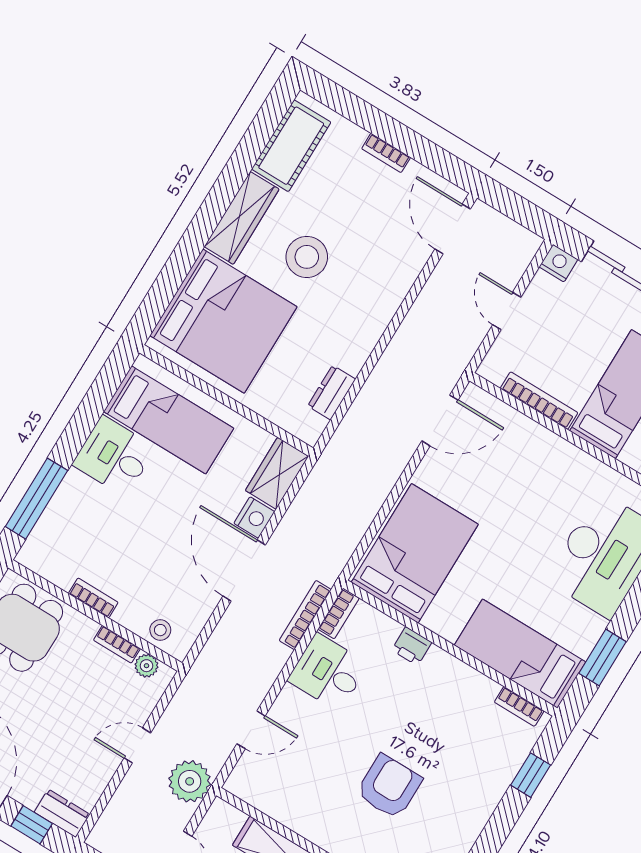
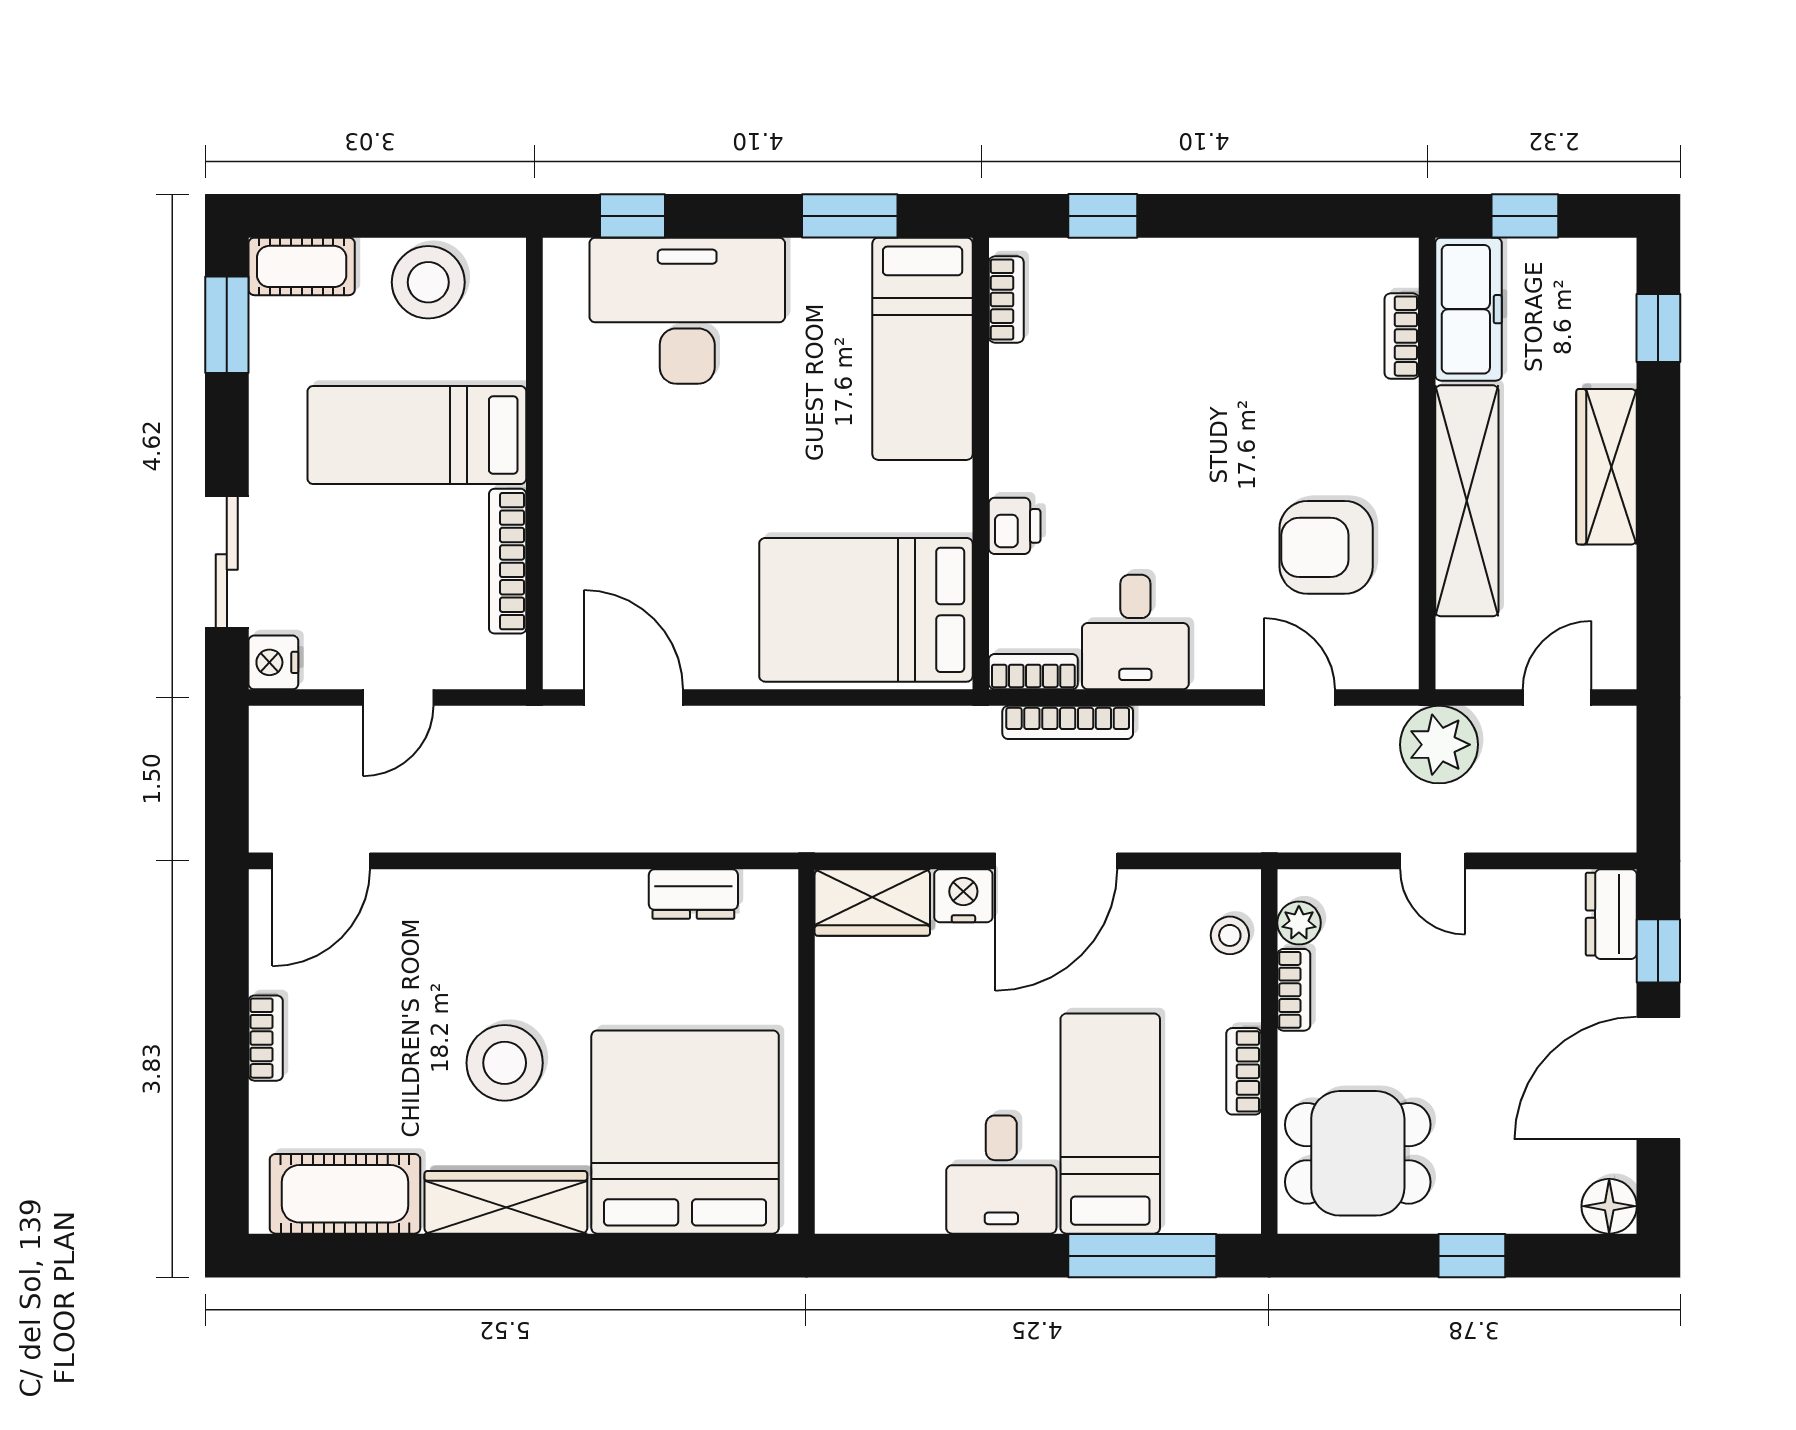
bed: (169, 420) -> (1110, 1124), moved
armchair: (389, 787) -> (1326, 547), moved

